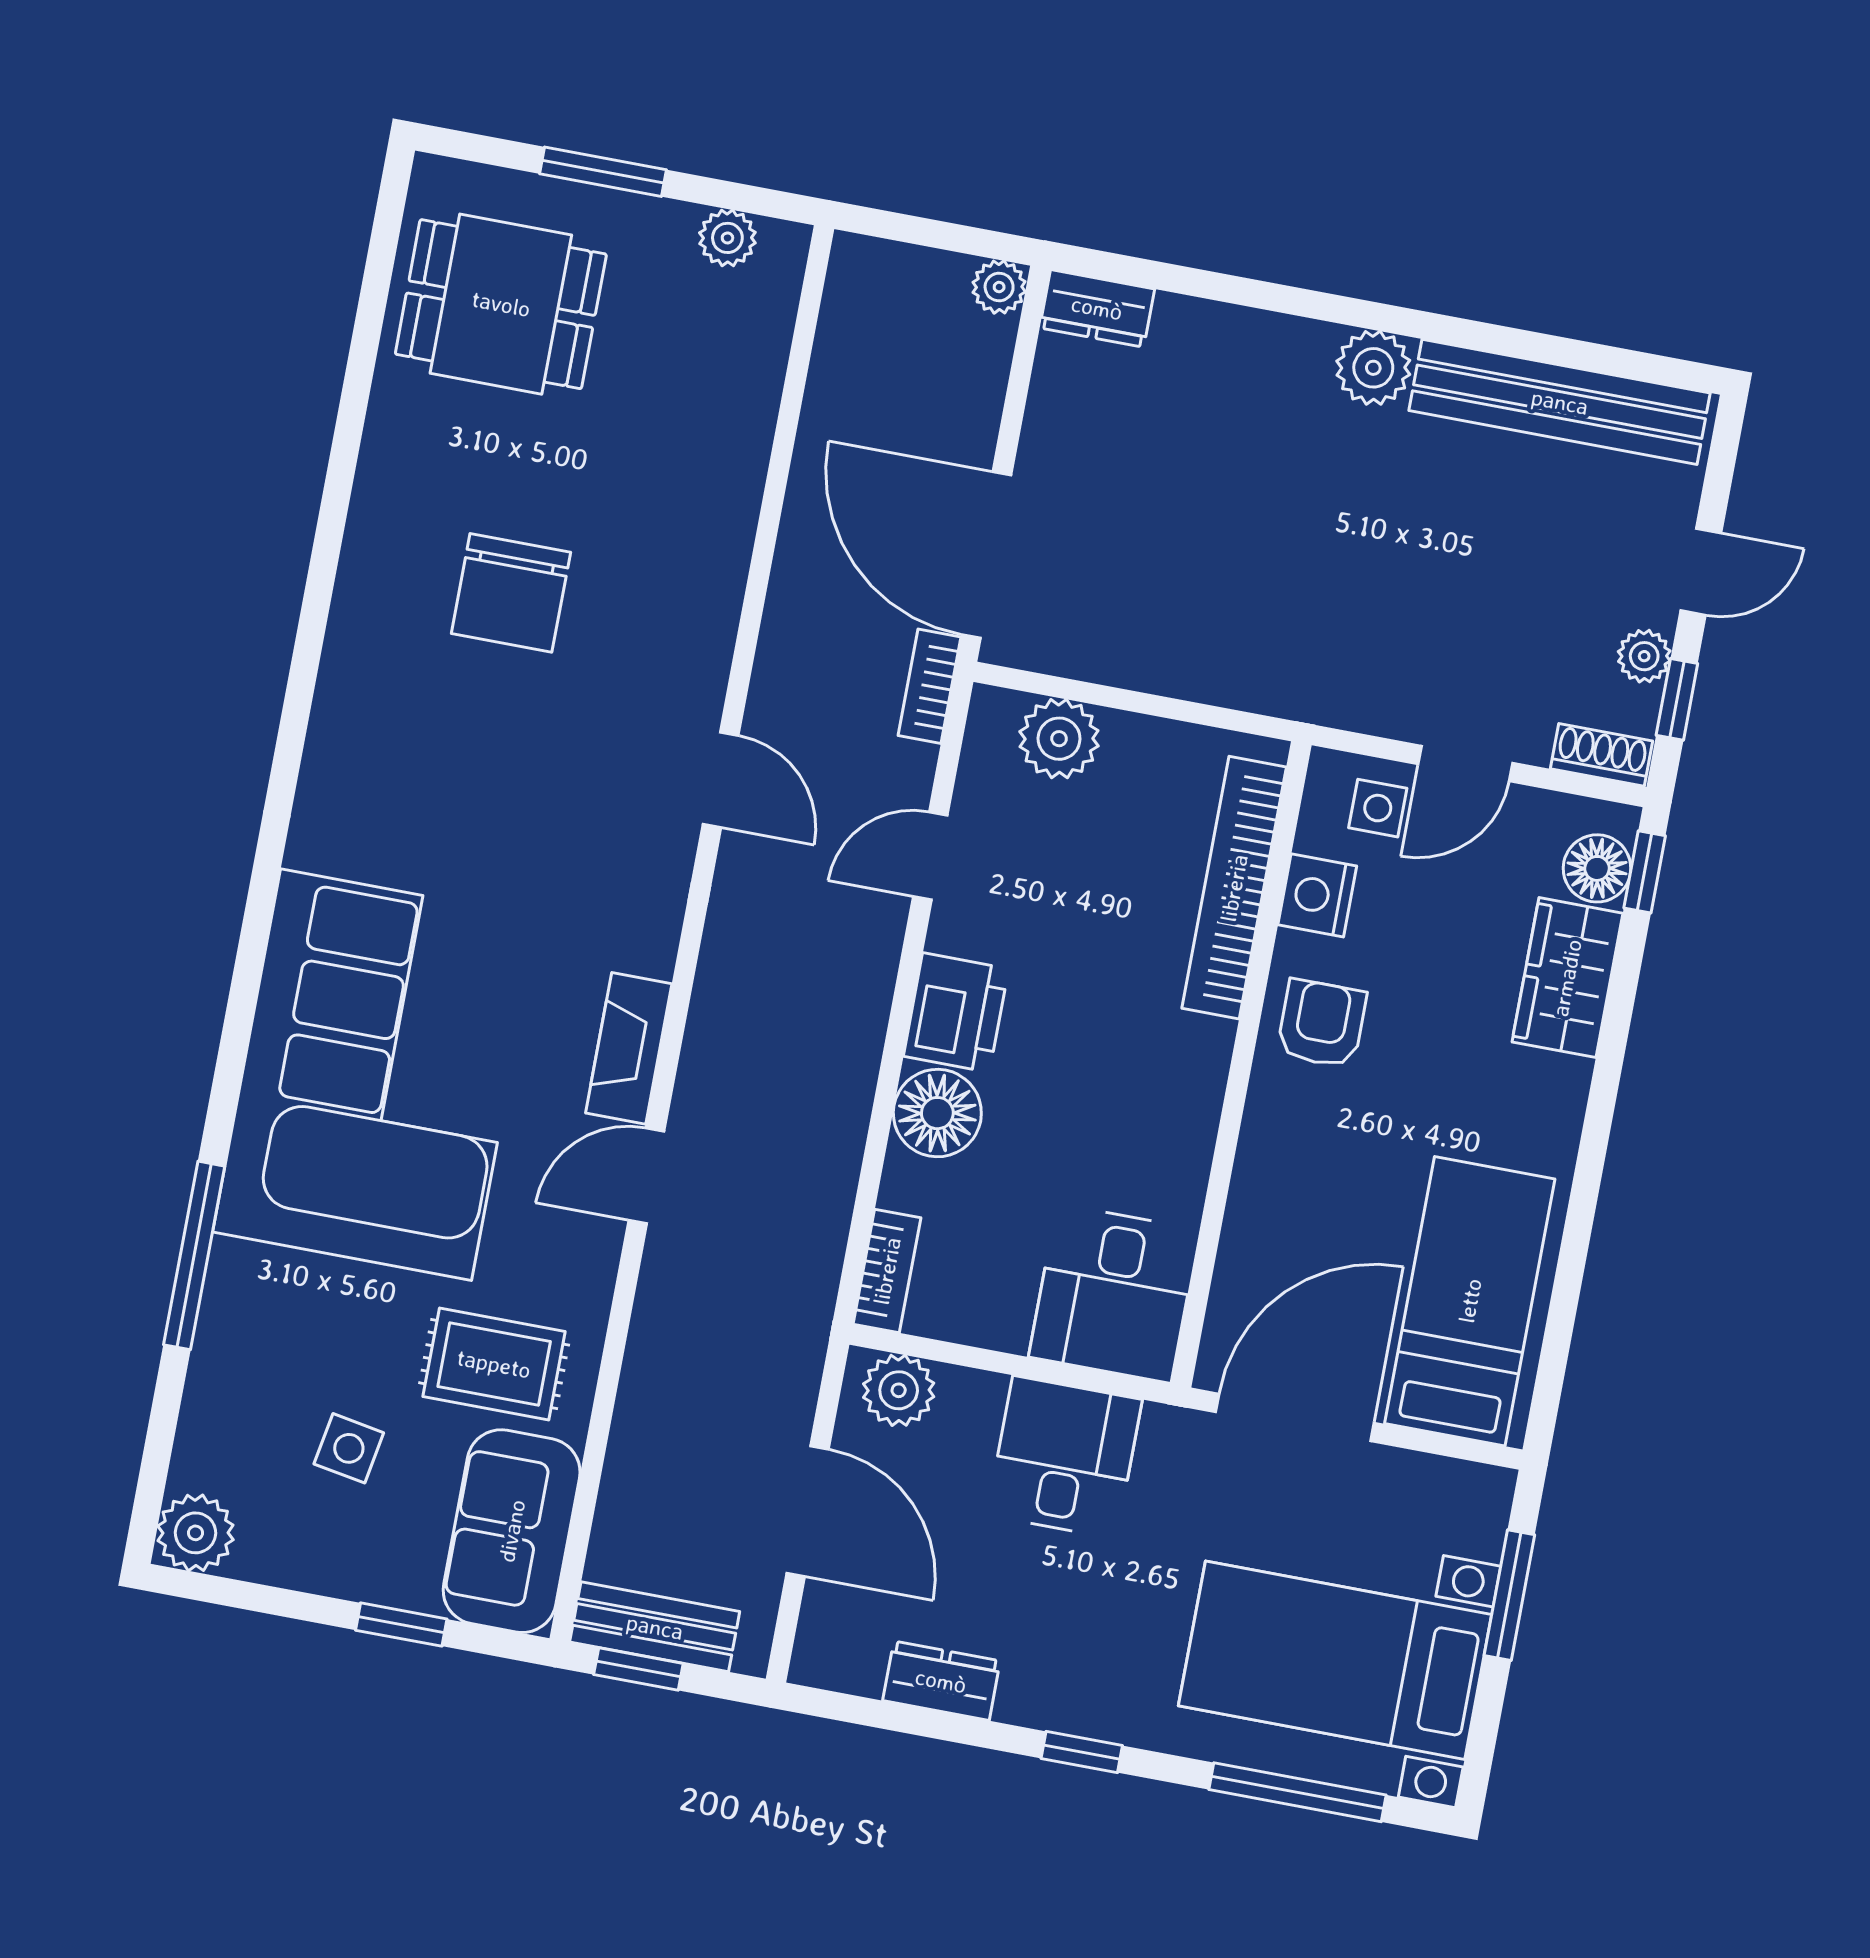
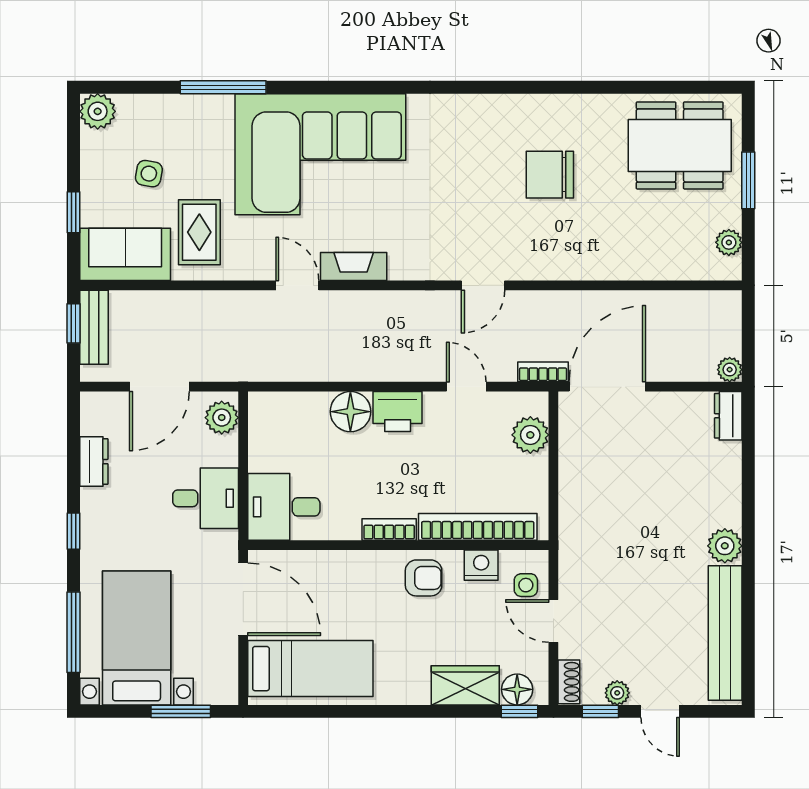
dining table: (501, 304) -> (680, 145), width x1.38
bookcase: (887, 1271) -> (389, 529), moved, turned 180

